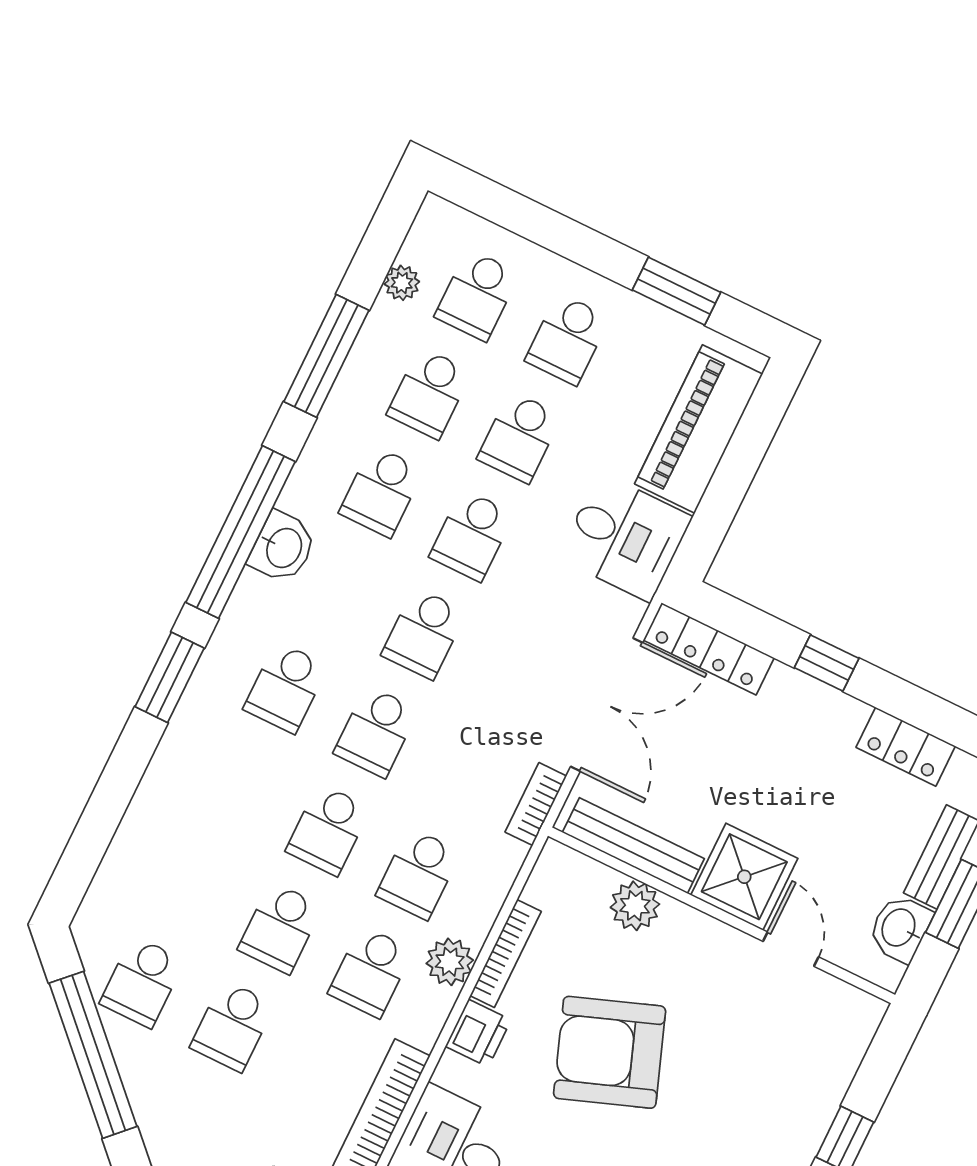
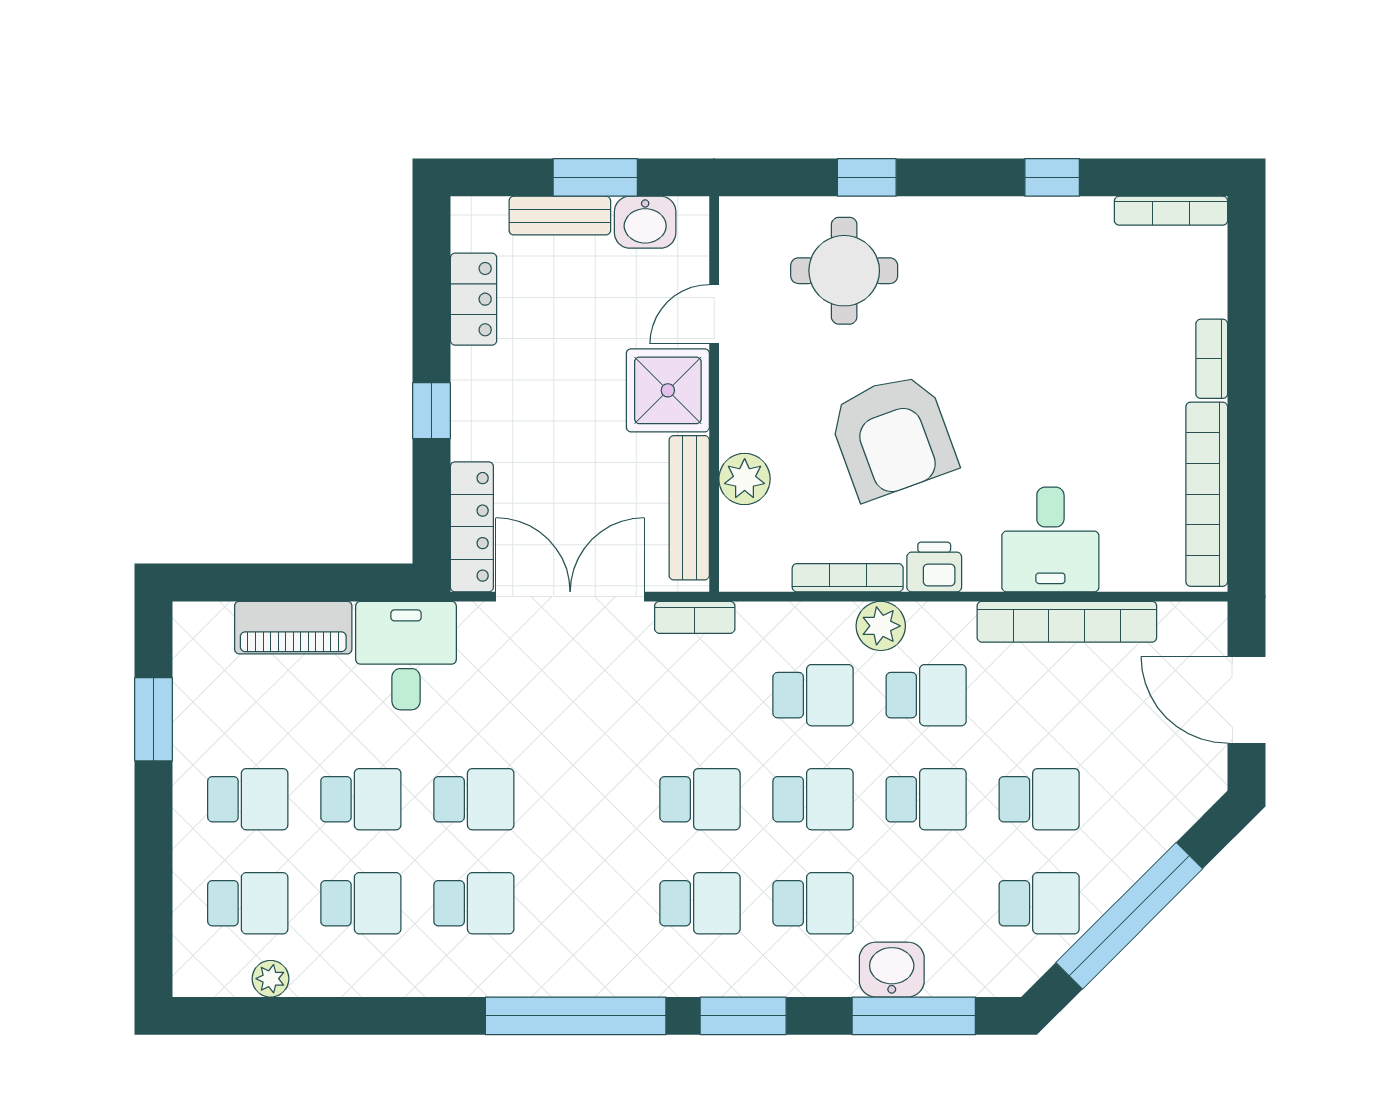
window: (326, 356) -> (914, 1016), moved
piano: (699, 429) -> (293, 628), width x0.73, depth x0.75
washbasin: (283, 547) -> (892, 970), moved
school desk: (424, 633) -> (813, 903), moved
round table: (773, 1080) -> (844, 271), added

